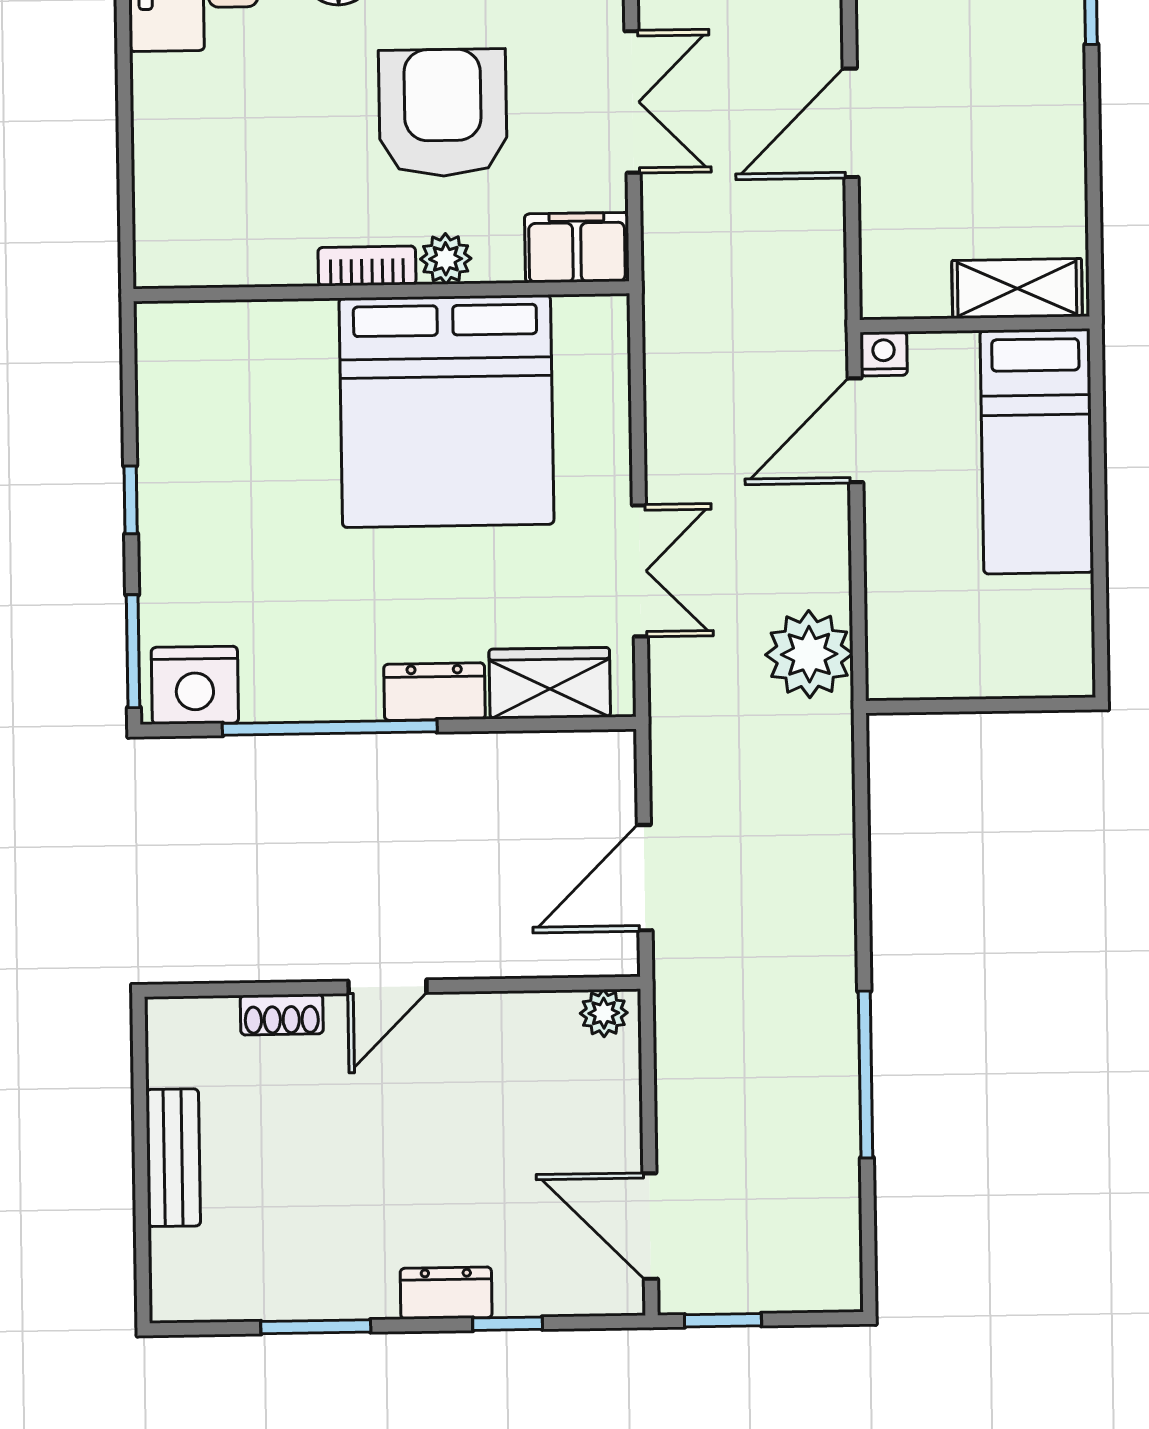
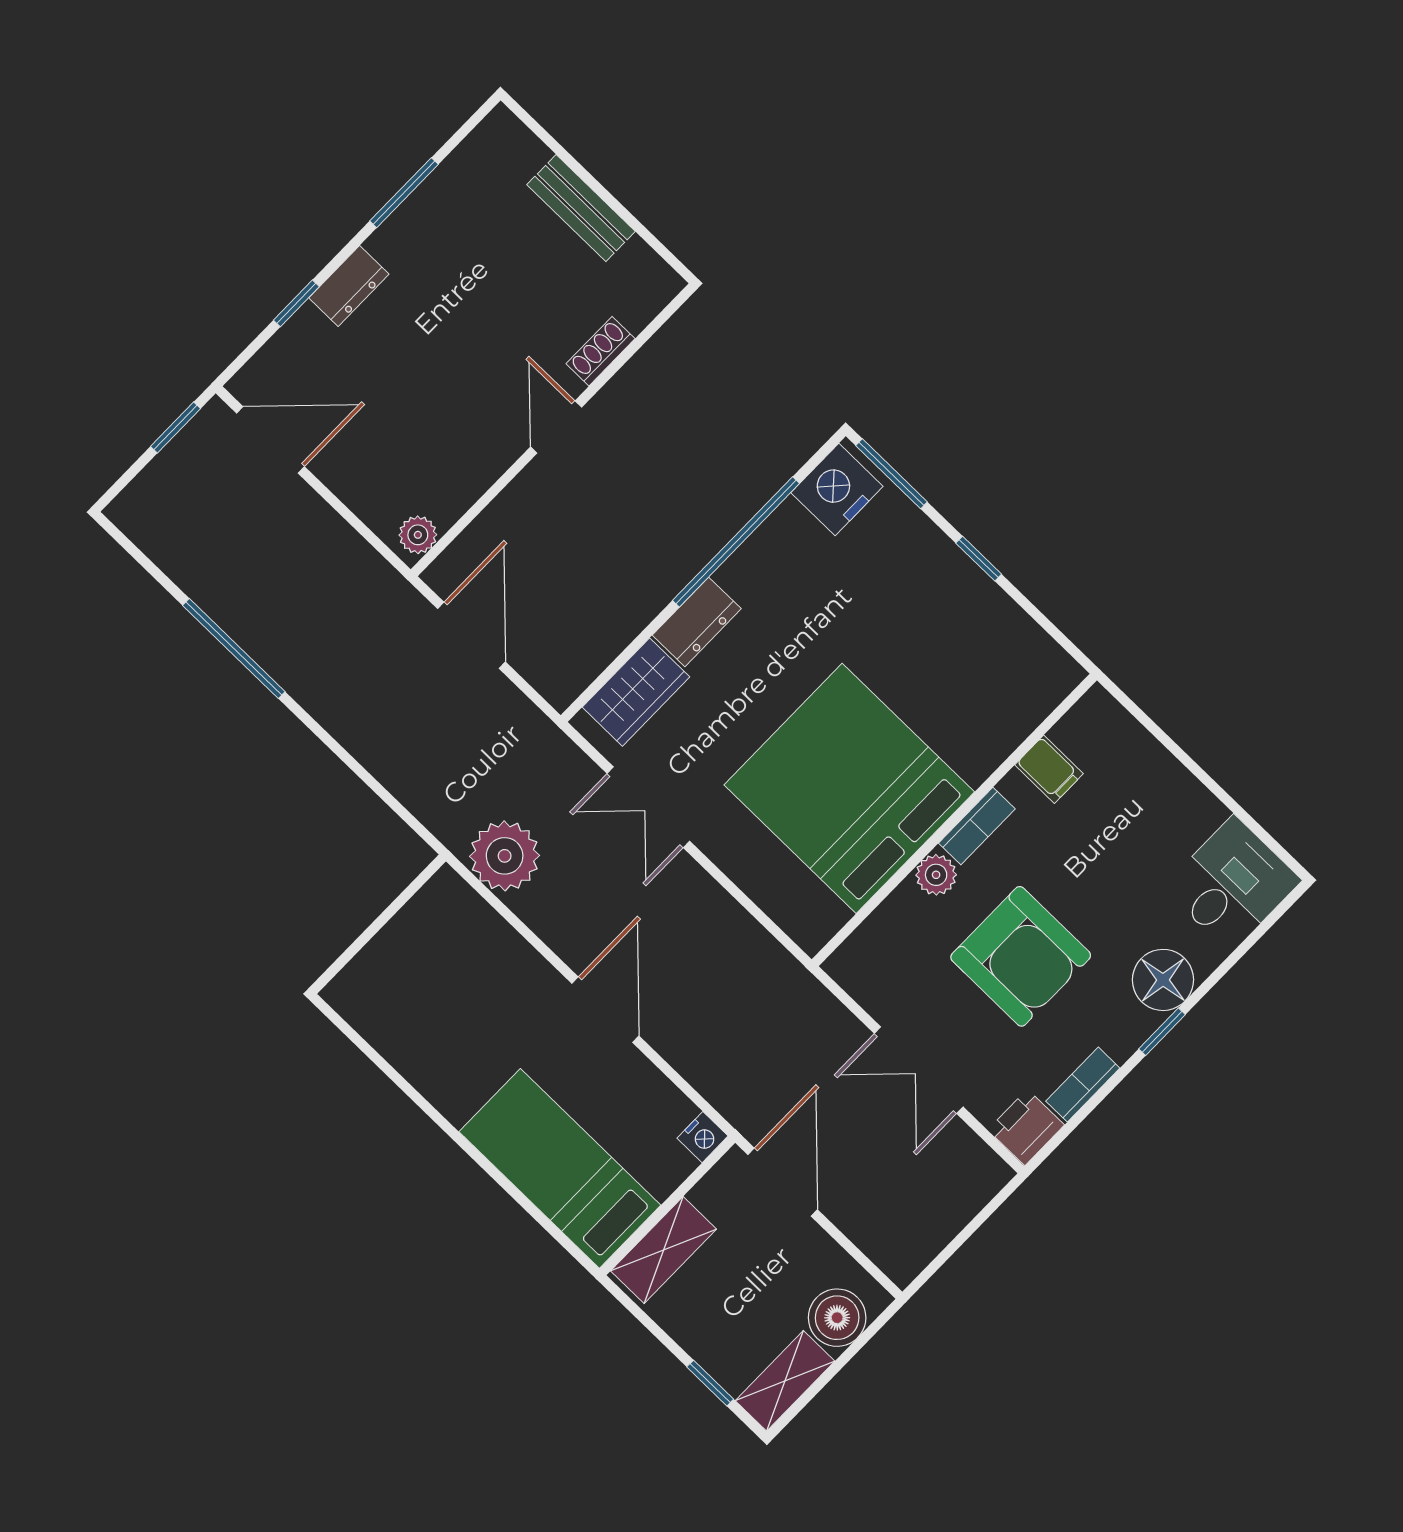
filing cabinet: (577, 248) -> (1049, 769), moved, width x0.50
shelving: (1017, 288) -> (664, 1250), moved
wall: (975, 324) -> (667, 1206), moved
nightstand: (884, 354) -> (702, 1137), moved
bed: (1037, 451) -> (560, 1168), moved

